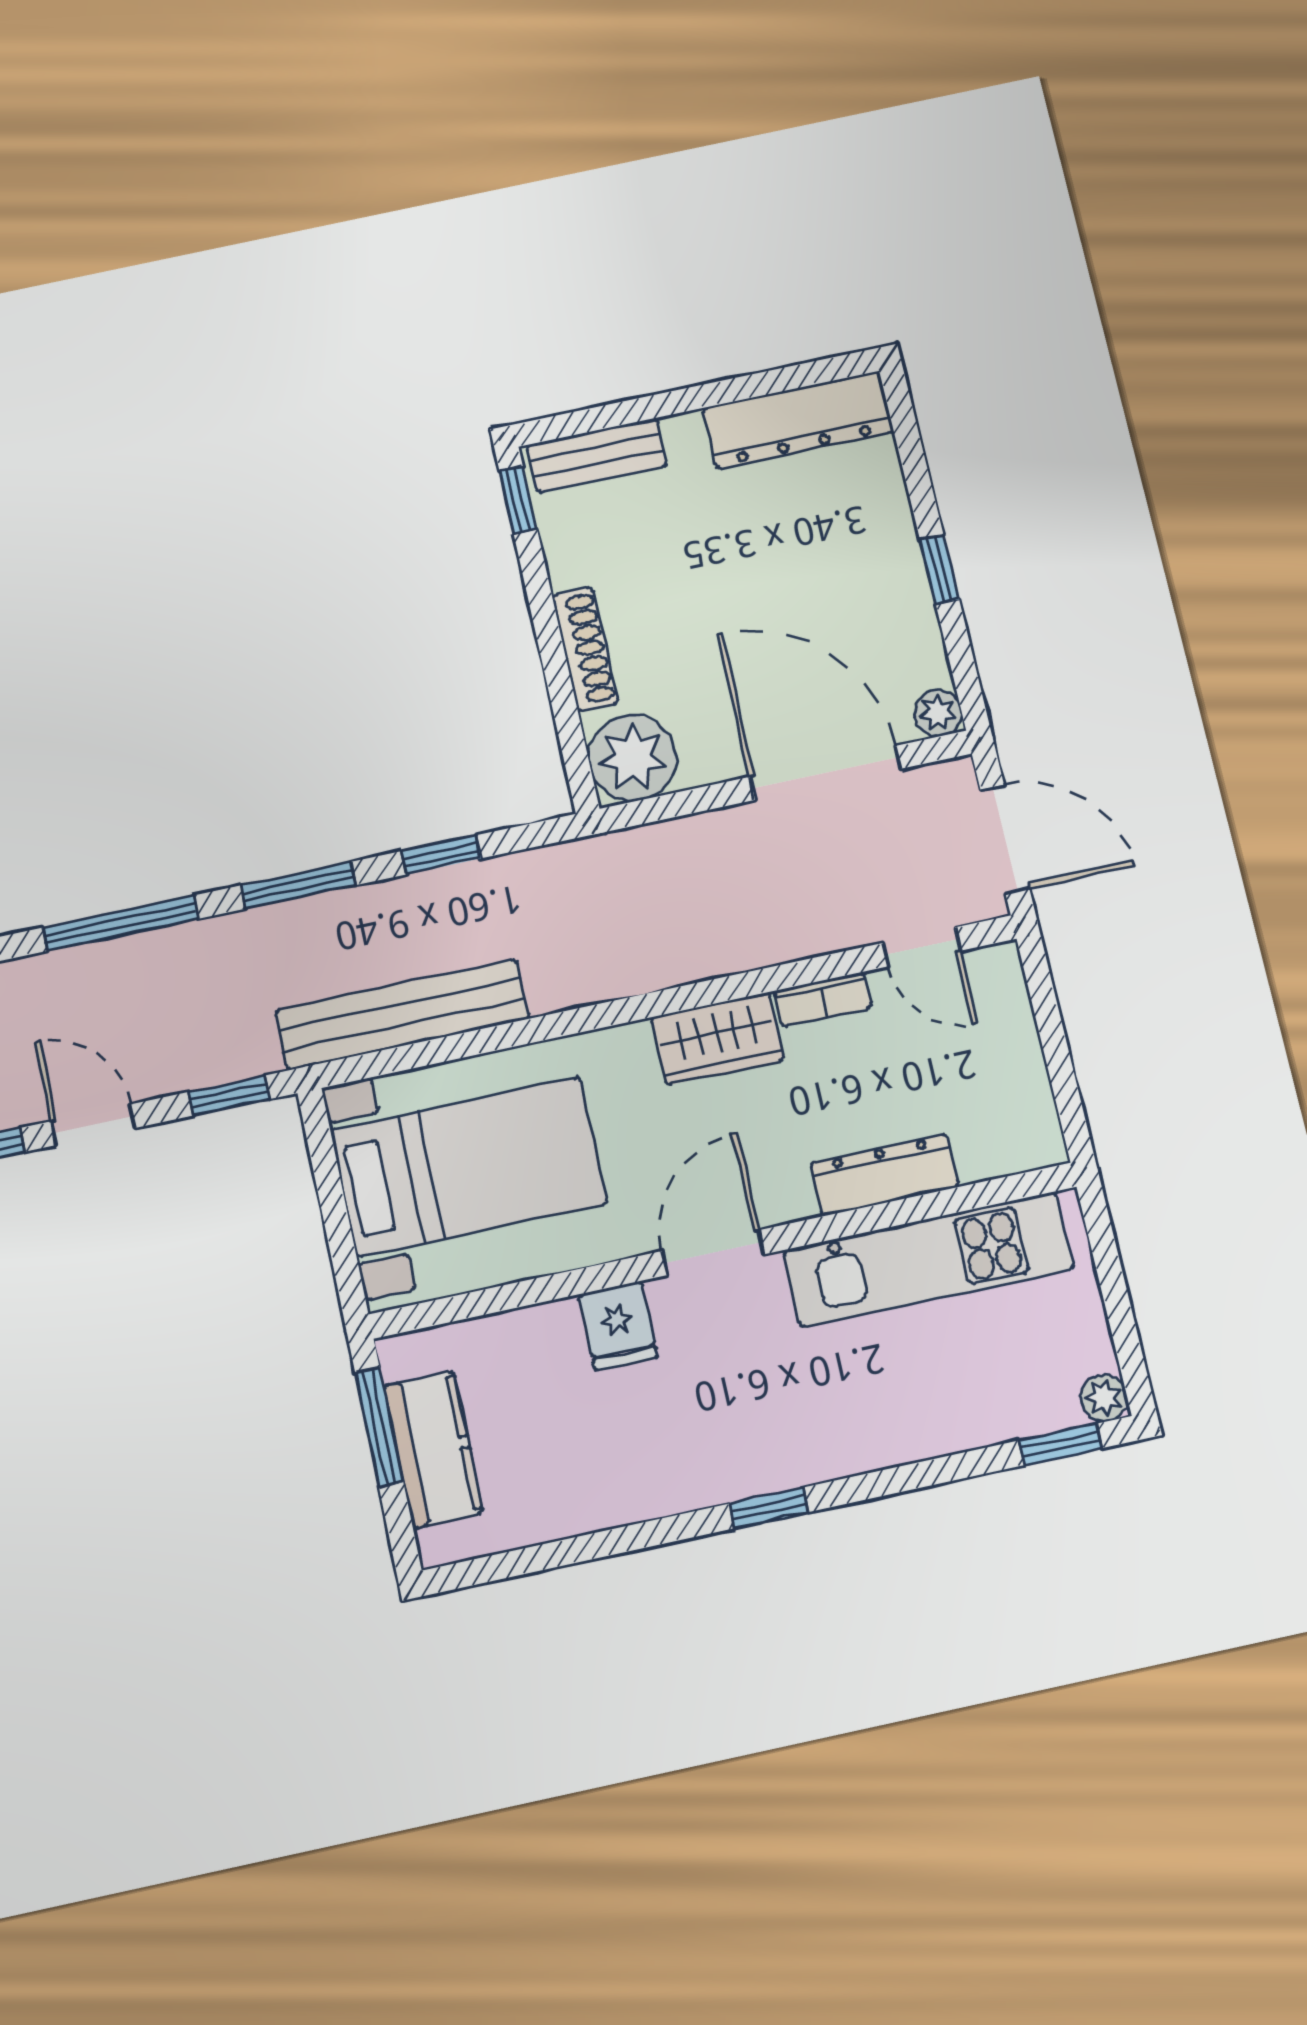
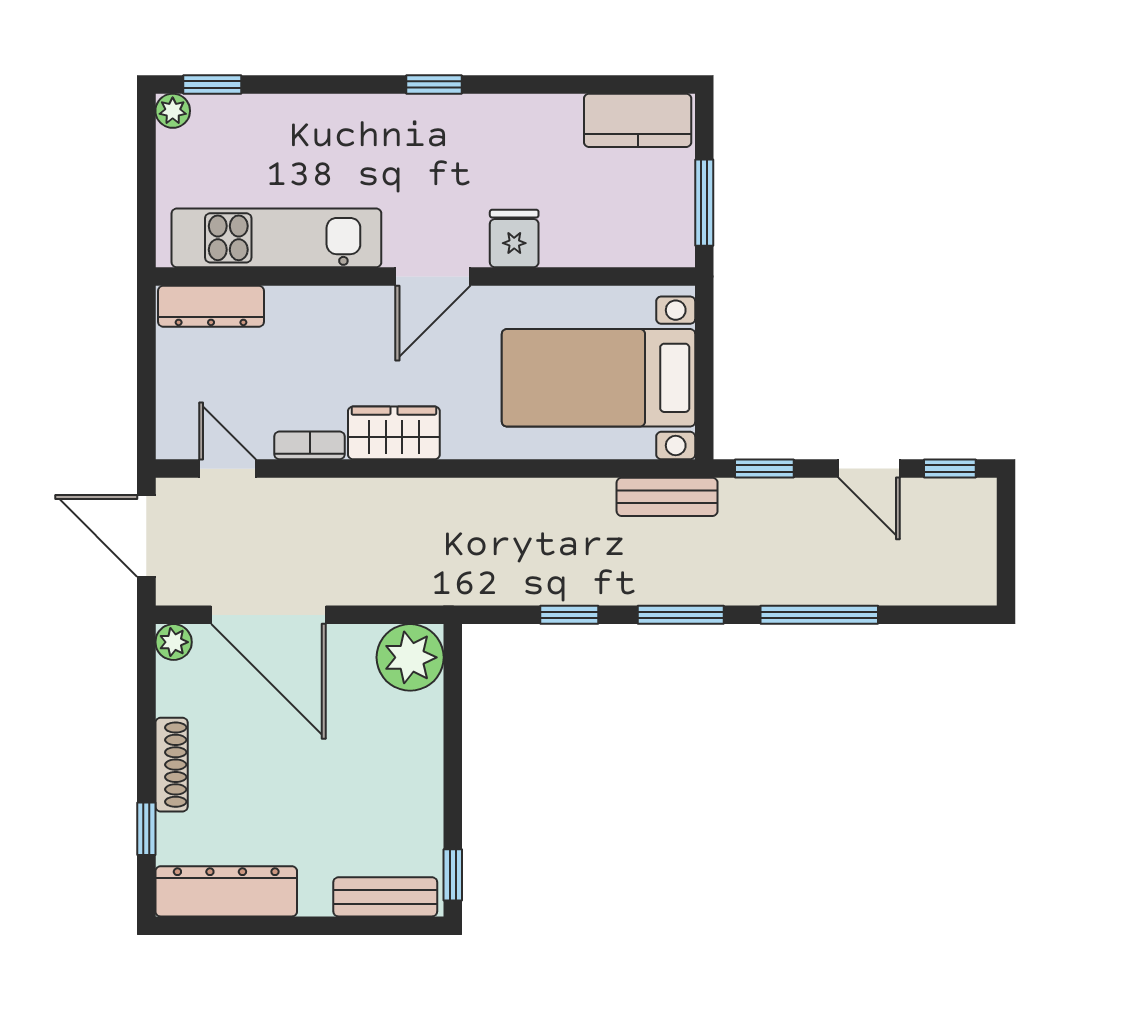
window: (940, 569) -> (146, 829), moved
shoe rack: (585, 649) -> (172, 765), moved, turned 180
bench: (402, 1015) -> (667, 497), width x0.54, depth x0.82
dresser: (884, 1175) -> (211, 306), moved
kitchen counter: (433, 1449) -> (638, 120), moved, turned -90

